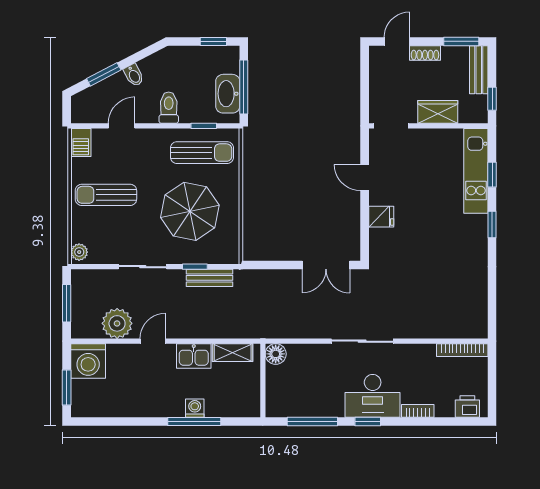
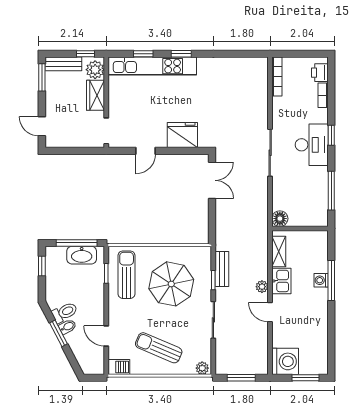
shoe rack: (425, 53) -> (51, 105), removed
window: (104, 74) -> (59, 333), moved
toilet: (169, 108) -> (65, 312), moved, turned 152
plant: (471, 111) -> (95, 70), added
kitchen unit: (476, 171) -> (152, 66), width x1.36
sun lounger: (106, 195) -> (159, 348), turned 113
fridge: (381, 217) -> (182, 135), width x1.88, depth x1.34
plant: (117, 323) -> (262, 287), moved, width x0.53, depth x0.53
bookcase: (418, 411) -> (323, 95), moved
window: (368, 421) -> (331, 135), moved

